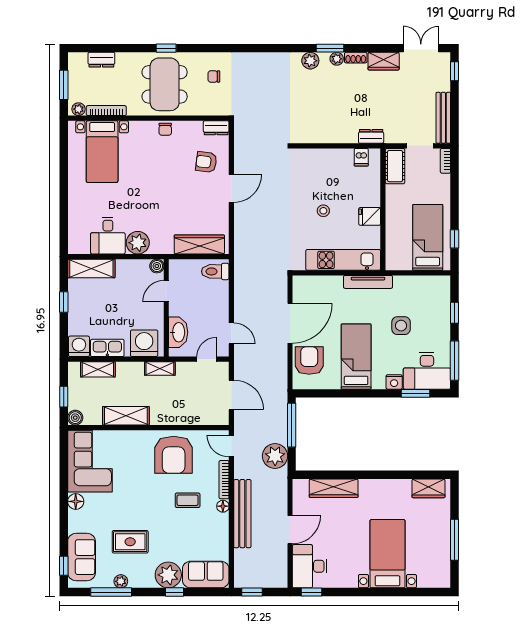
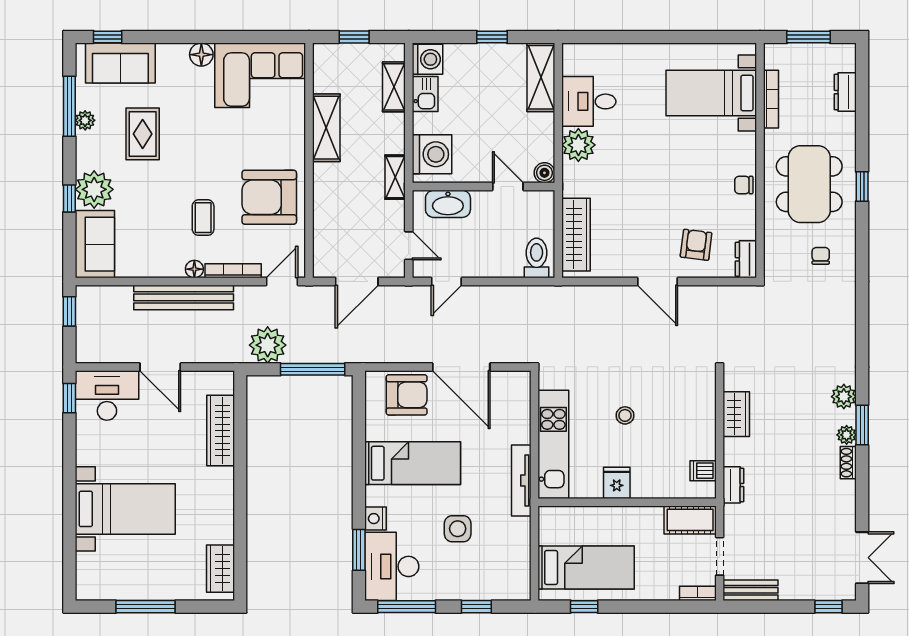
wardrobe: (384, 61) -> (736, 414), moved, turned 180
dining table: (165, 84) -> (809, 184), turned 90
plant: (79, 109) -> (773, 59), removed
bench: (443, 118) -> (751, 590), width x0.73
kitchen sink: (107, 348) -> (425, 94), width x0.73
boiler: (75, 418) -> (324, 54), removed

